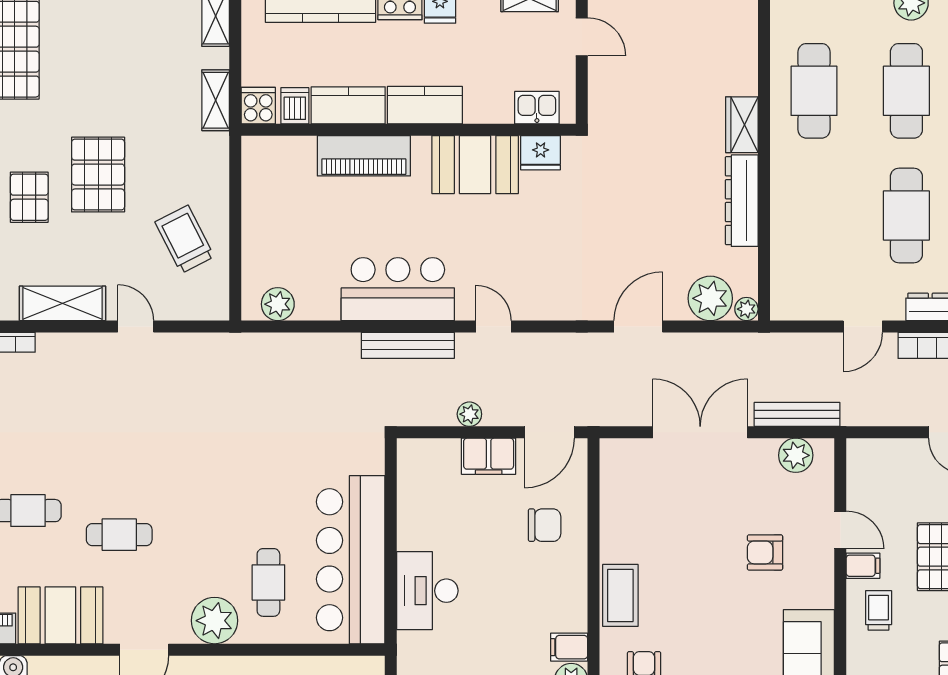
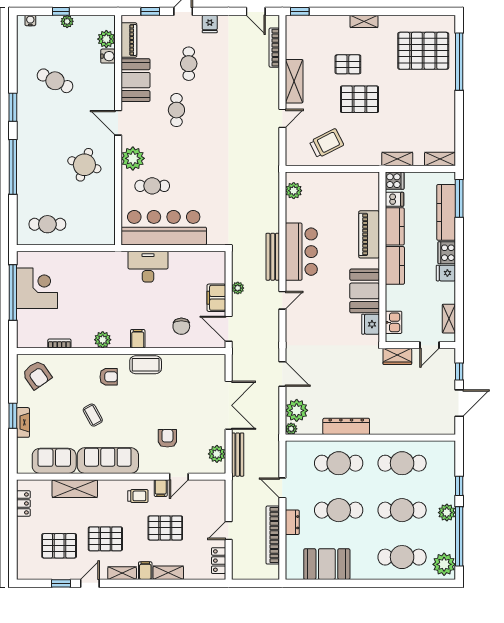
wardrobe: (742, 125) -> (397, 356), moved, turned 180
cafe table: (814, 215) -> (339, 463), added
filing cabinet: (569, 647) -> (138, 339), moved

